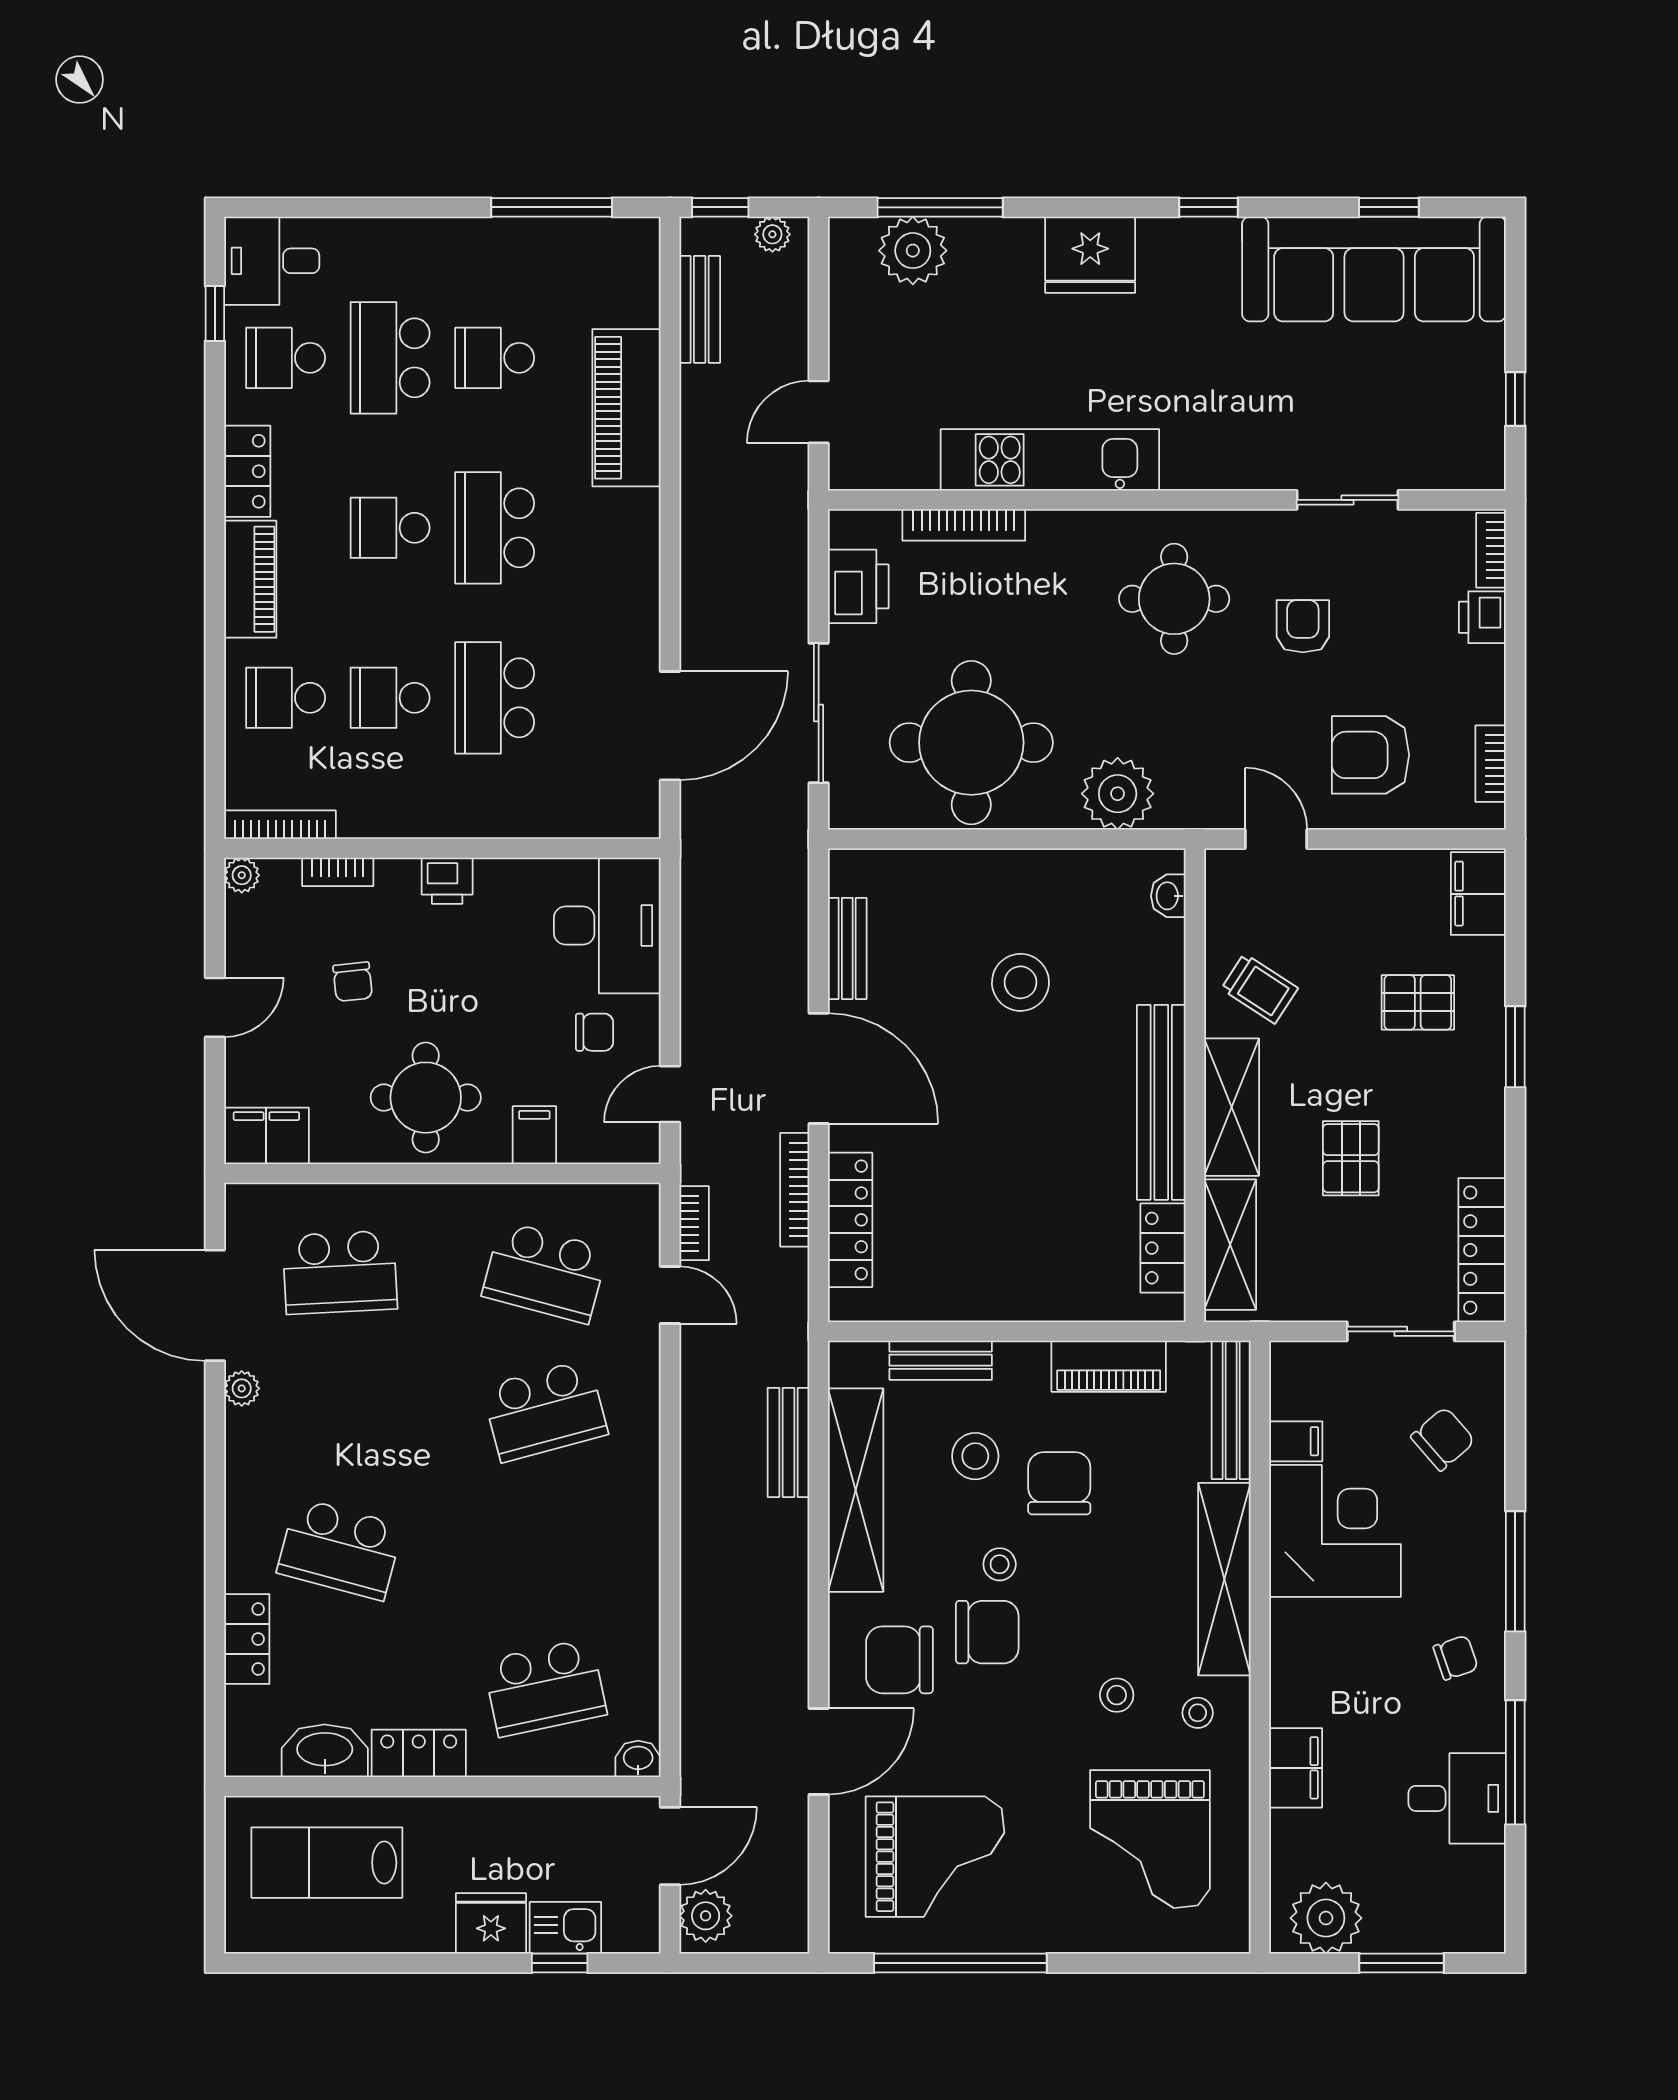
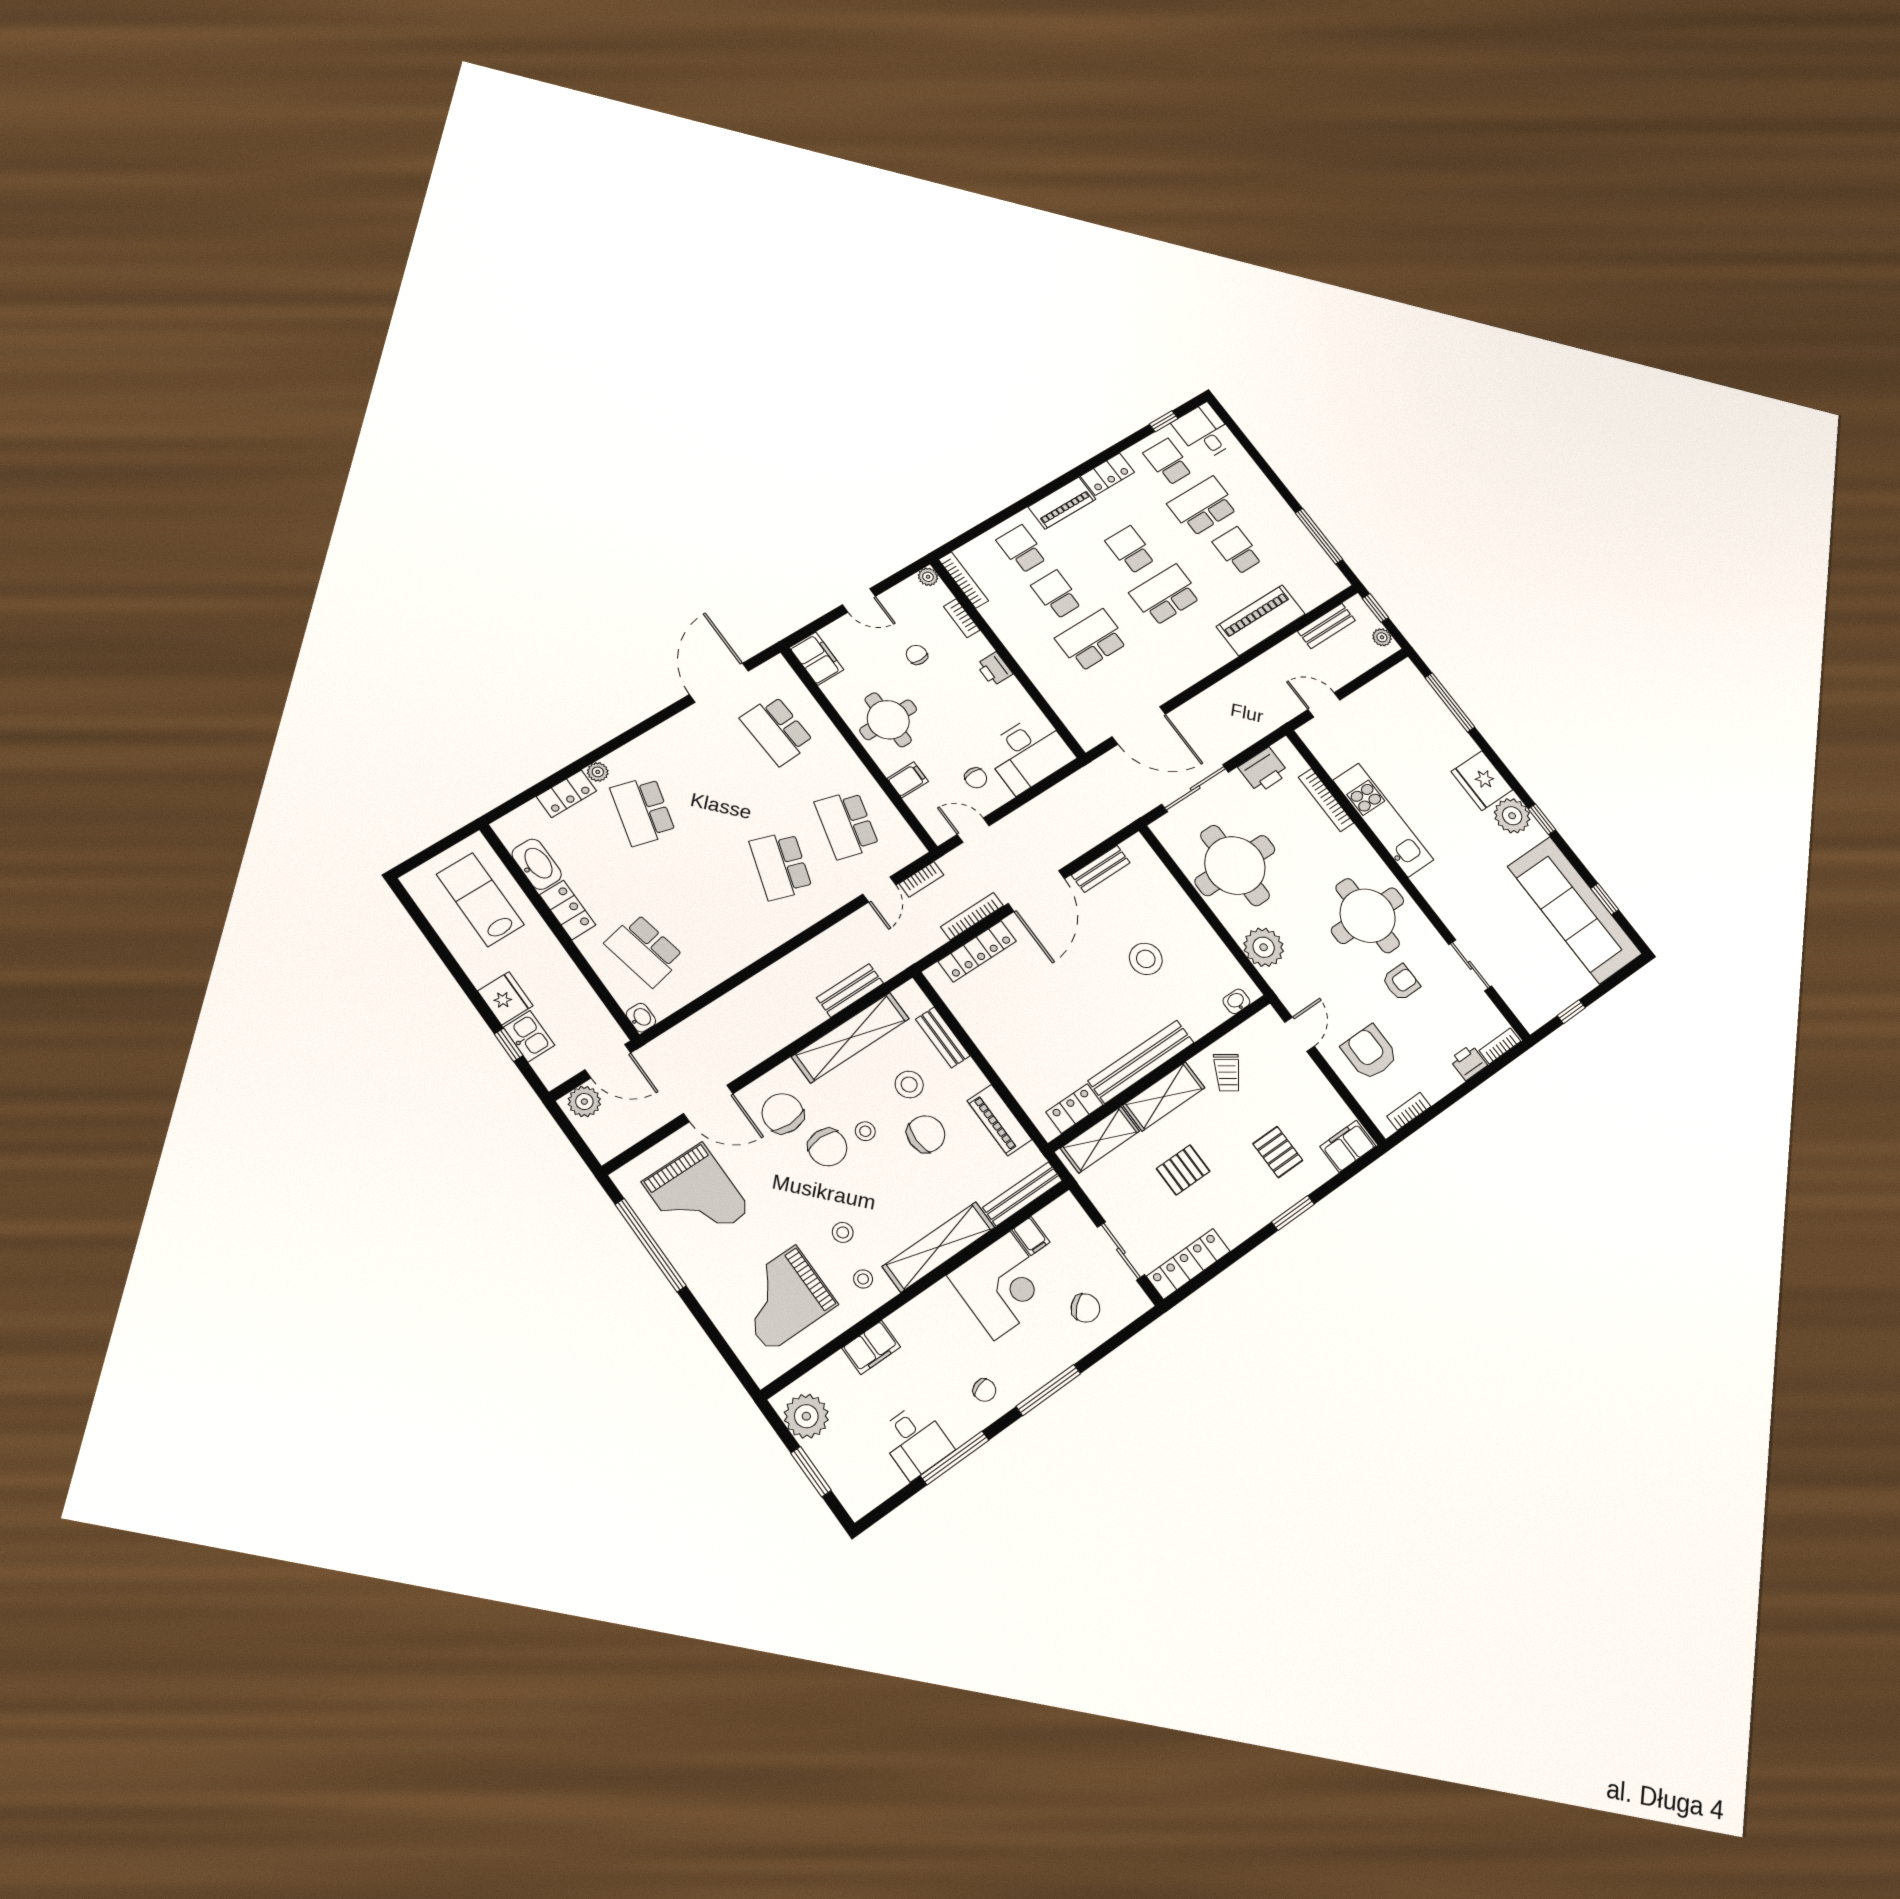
plant: (913, 251) -> (1512, 816), moved
round table: (1174, 599) -> (1368, 916), width x1.36, depth x1.36
chair: (353, 982) -> (917, 655), turned 96
plant: (242, 1388) -> (598, 772), moved
school desk: (545, 1411) -> (781, 866), turned 33

